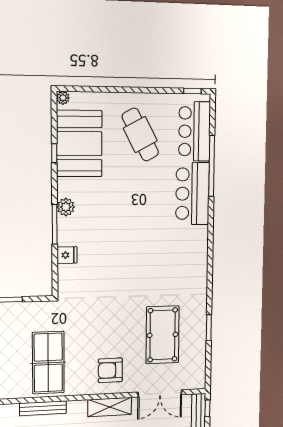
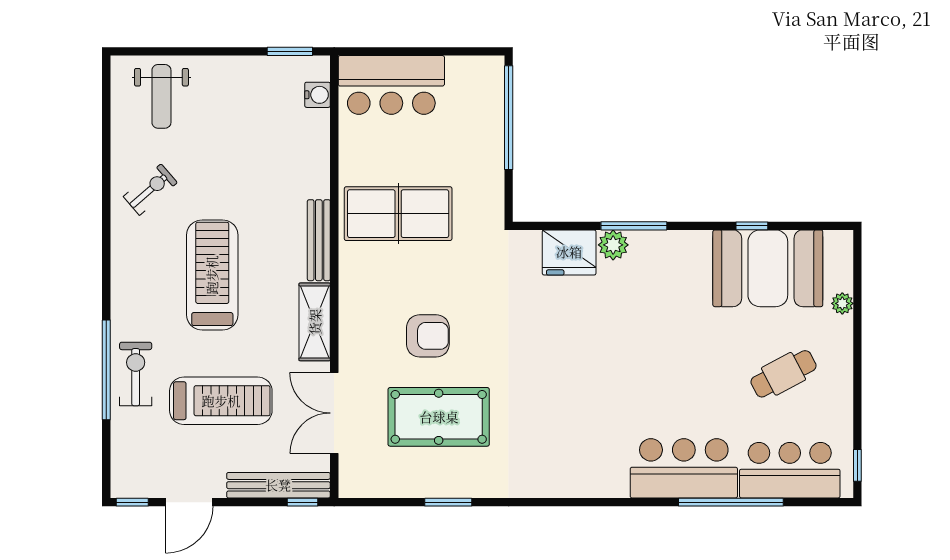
plant: (63, 98) -> (842, 303), moved
cafe table: (140, 135) -> (784, 374), width x0.73, depth x0.74
plant: (66, 207) -> (613, 245), moved
fridge: (67, 255) -> (569, 252), width x1.88, depth x1.34
armchair: (110, 370) -> (428, 336), moved, turned 90
bench: (43, 408) -> (319, 240), moved

